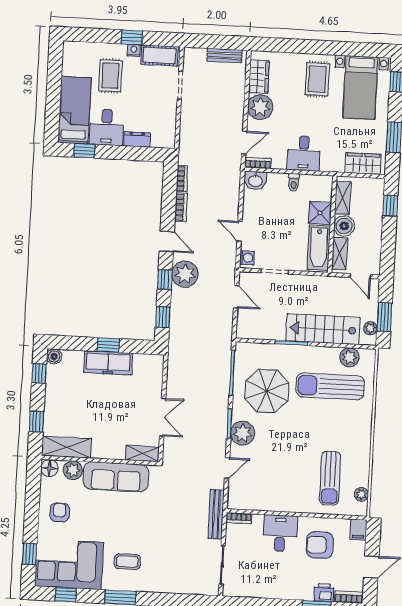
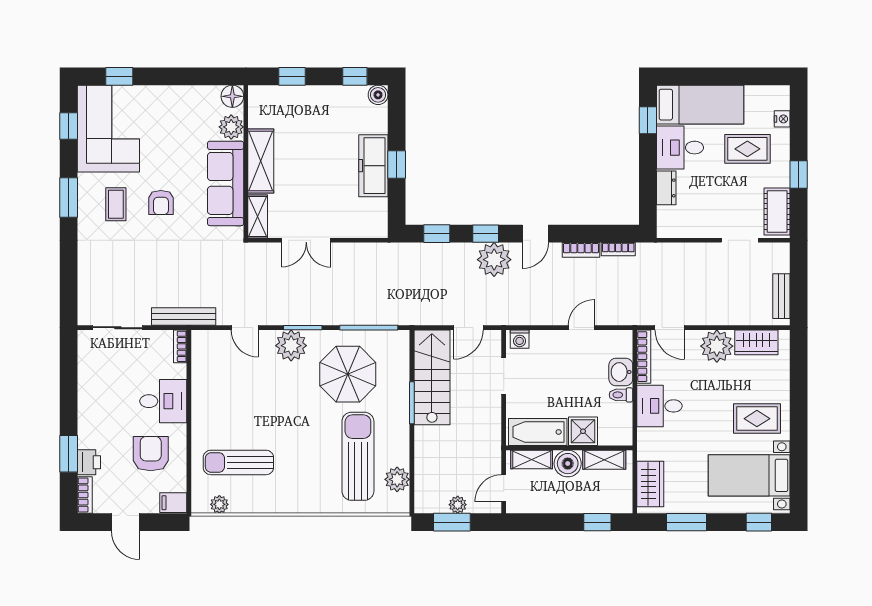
nightstand: (134, 50) -> (782, 119), moved
bookcase: (258, 163) -> (644, 357), width x1.56
washbasin: (255, 181) -> (621, 372), moved
door: (240, 231) -> (581, 328), moved
plant: (370, 328) -> (458, 505), moved
stairs: (323, 329) -> (432, 377), moved
shelving: (67, 447) -> (261, 161), moved
armchair: (60, 512) -> (161, 202), moved, turned 90

